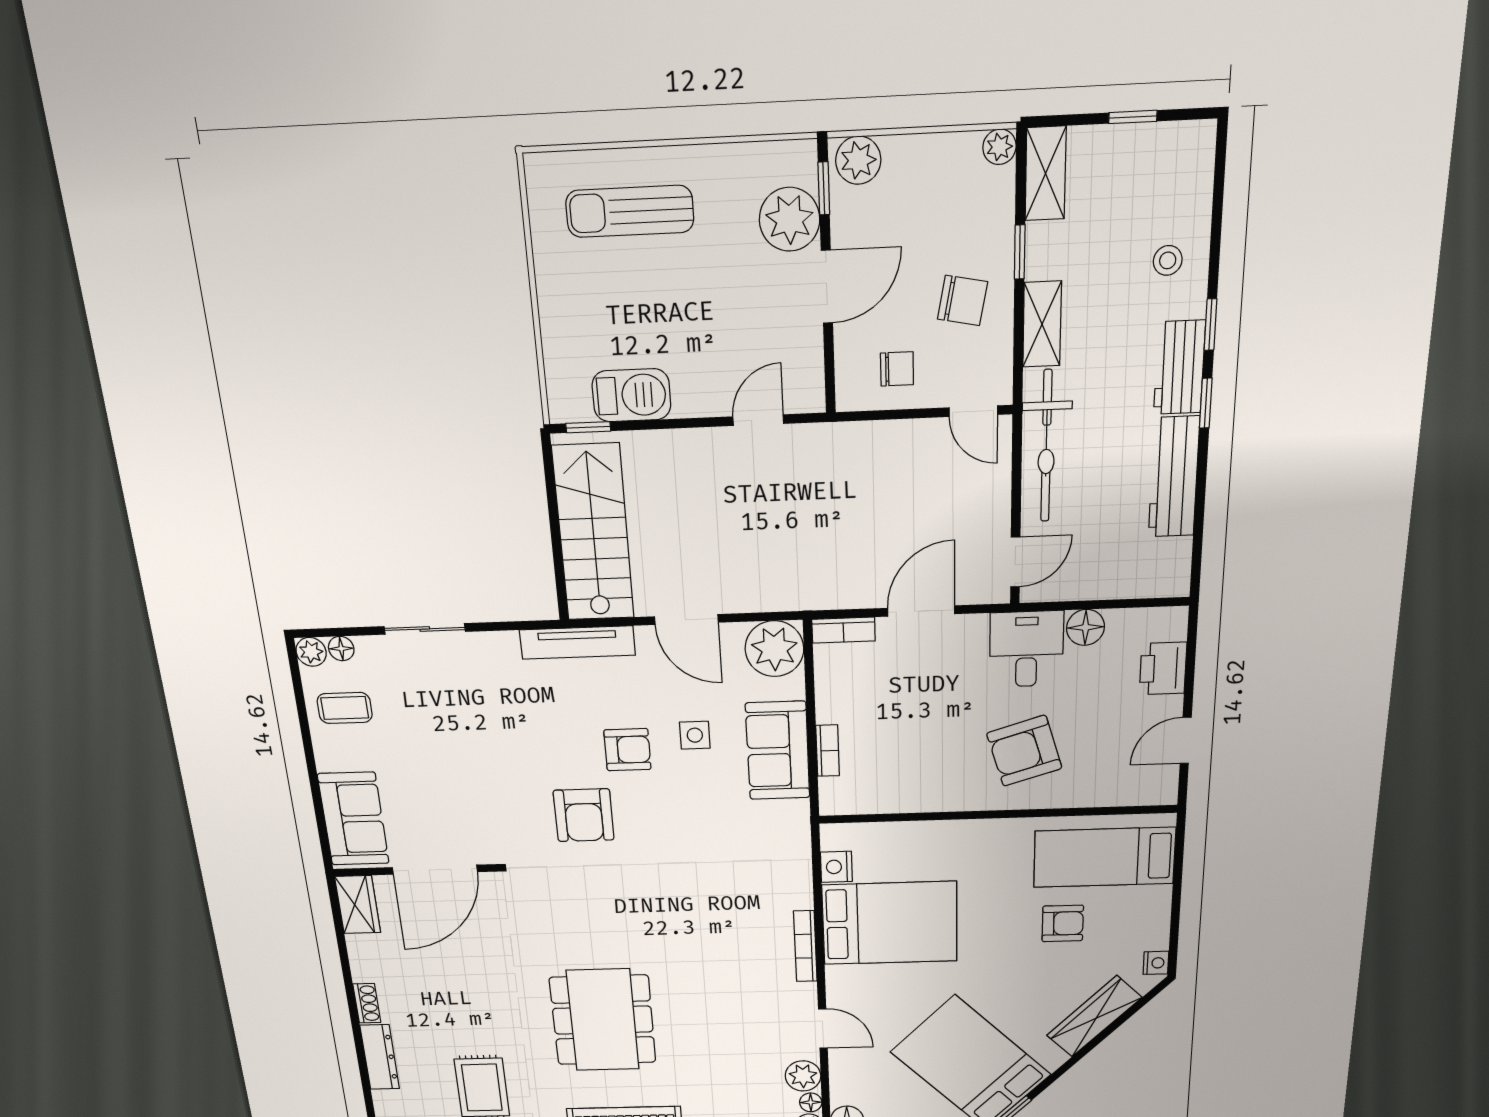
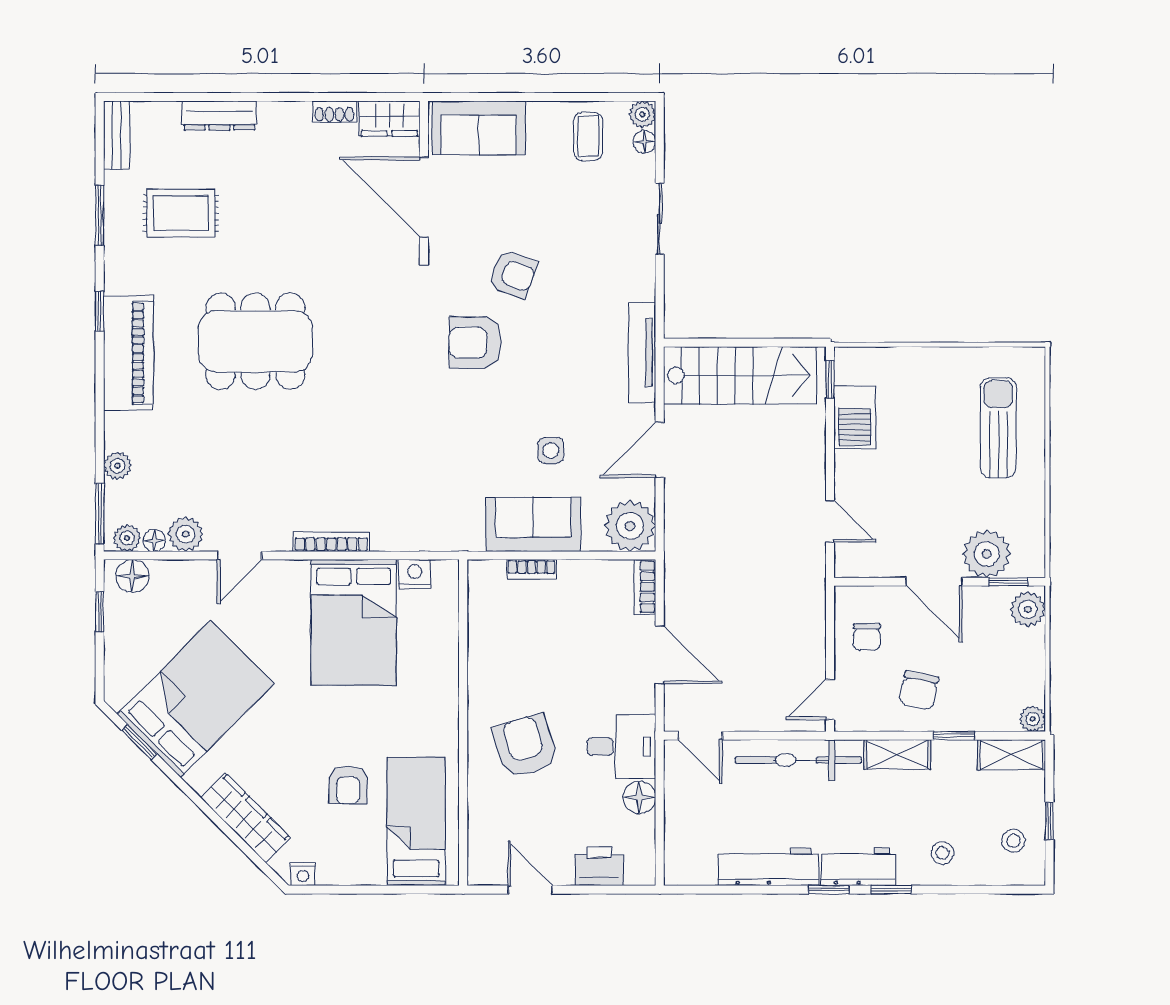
stool: (1157, 166) -> (1013, 841), added
armchair: (627, 750) -> (513, 274), moved, turned -70
shoe rack: (367, 1003) -> (334, 112), moved

